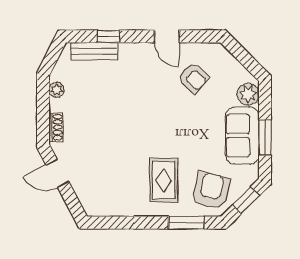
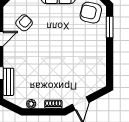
rug: (164, 180) -> (85, 41), removed

